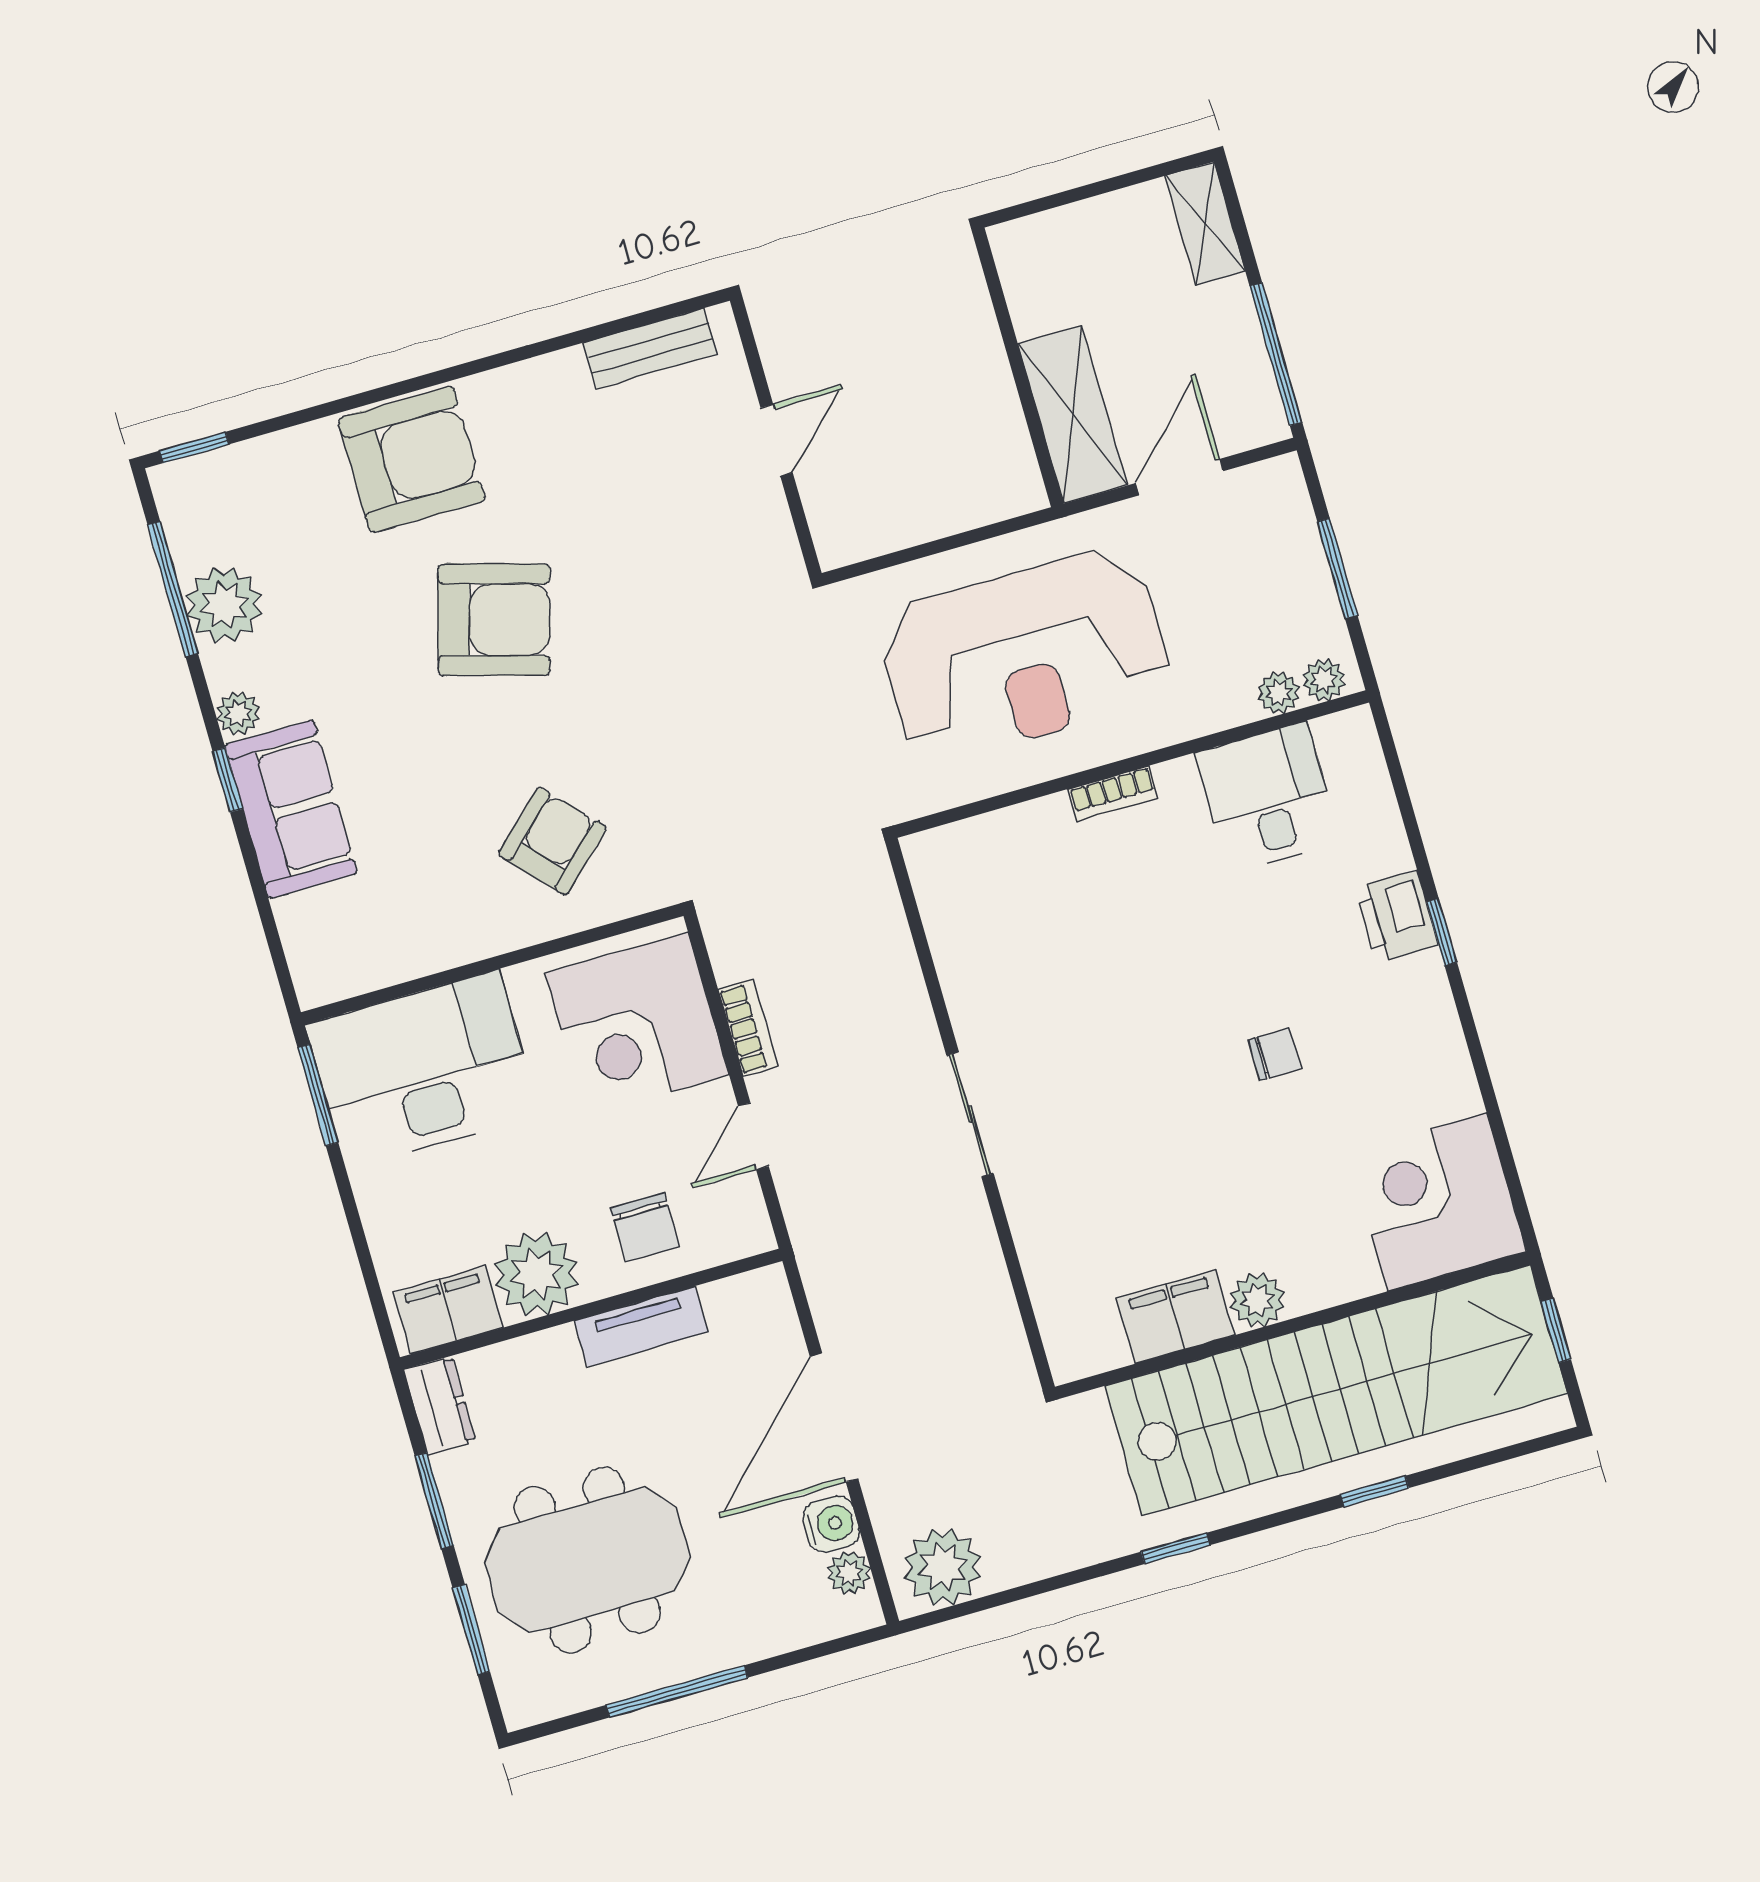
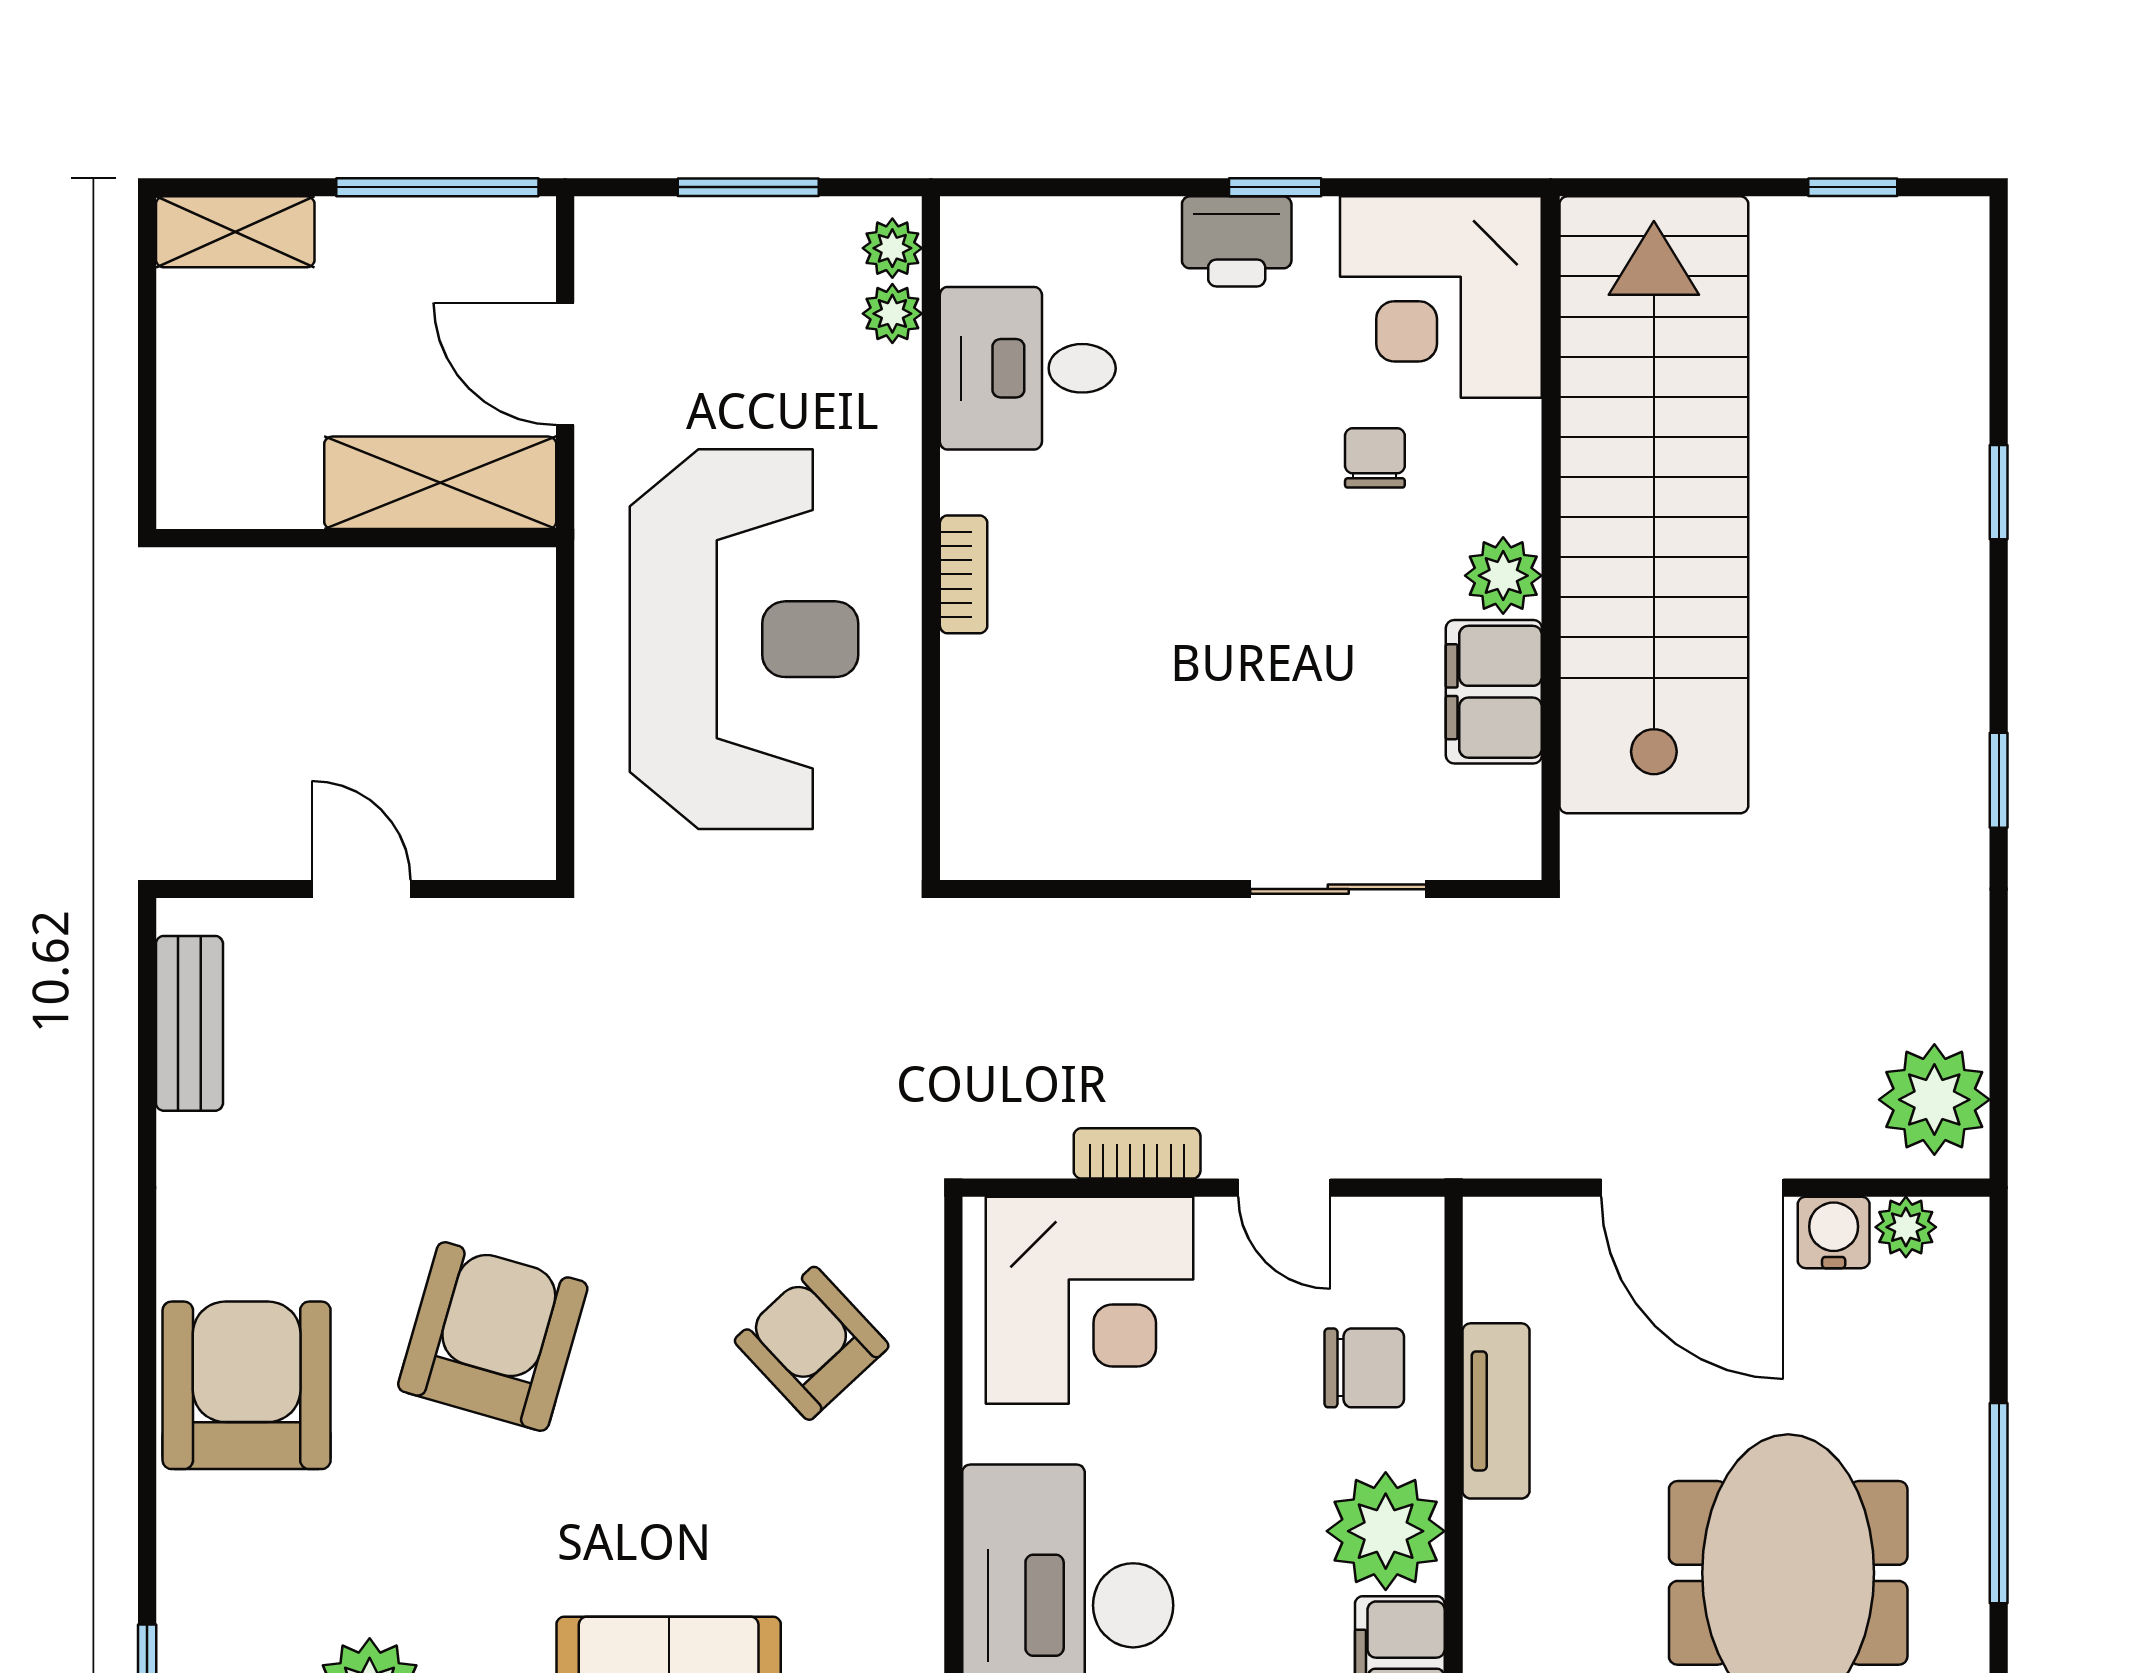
corner desk: (1437, 1202) -> (1441, 297), moved
plant: (1257, 1300) -> (1503, 576), moved
filing cabinet: (1175, 1317) -> (1494, 692), moved
wall: (1292, 1325) -> (1551, 538), moved
stairs: (1336, 1390) -> (1654, 505), moved

